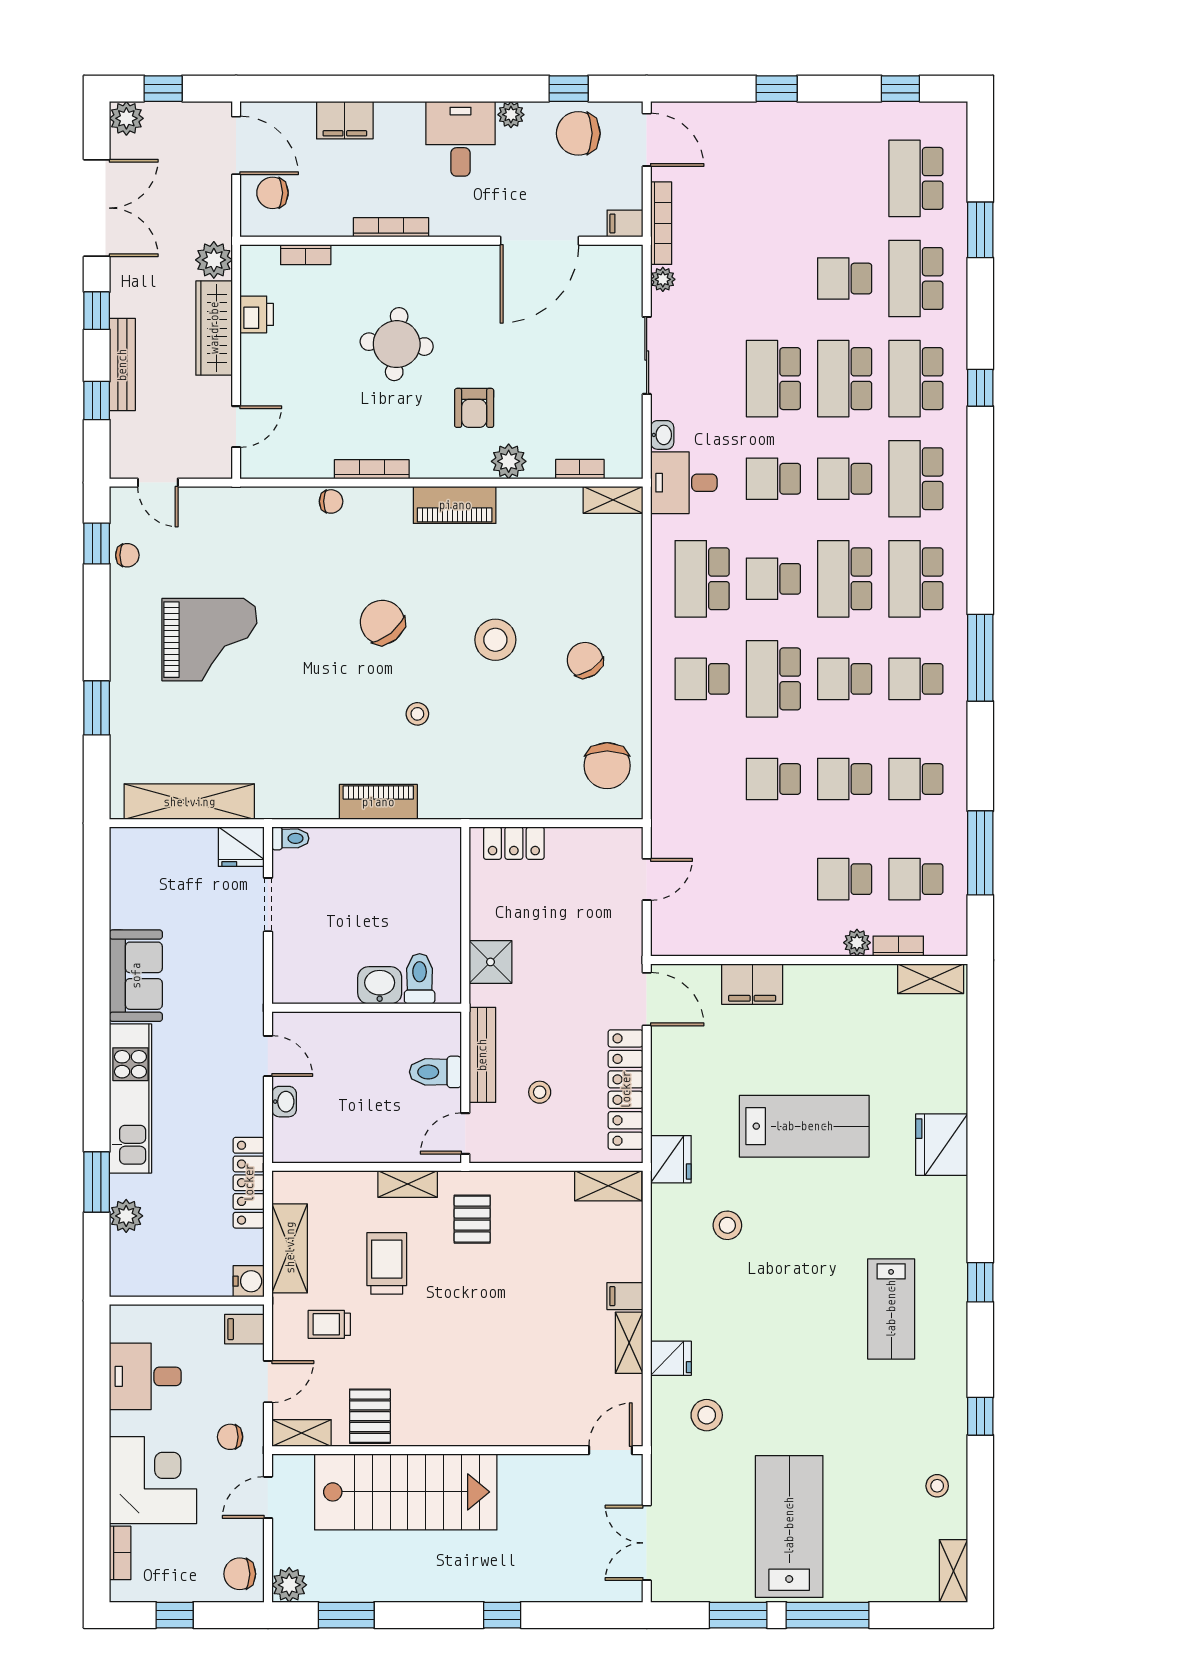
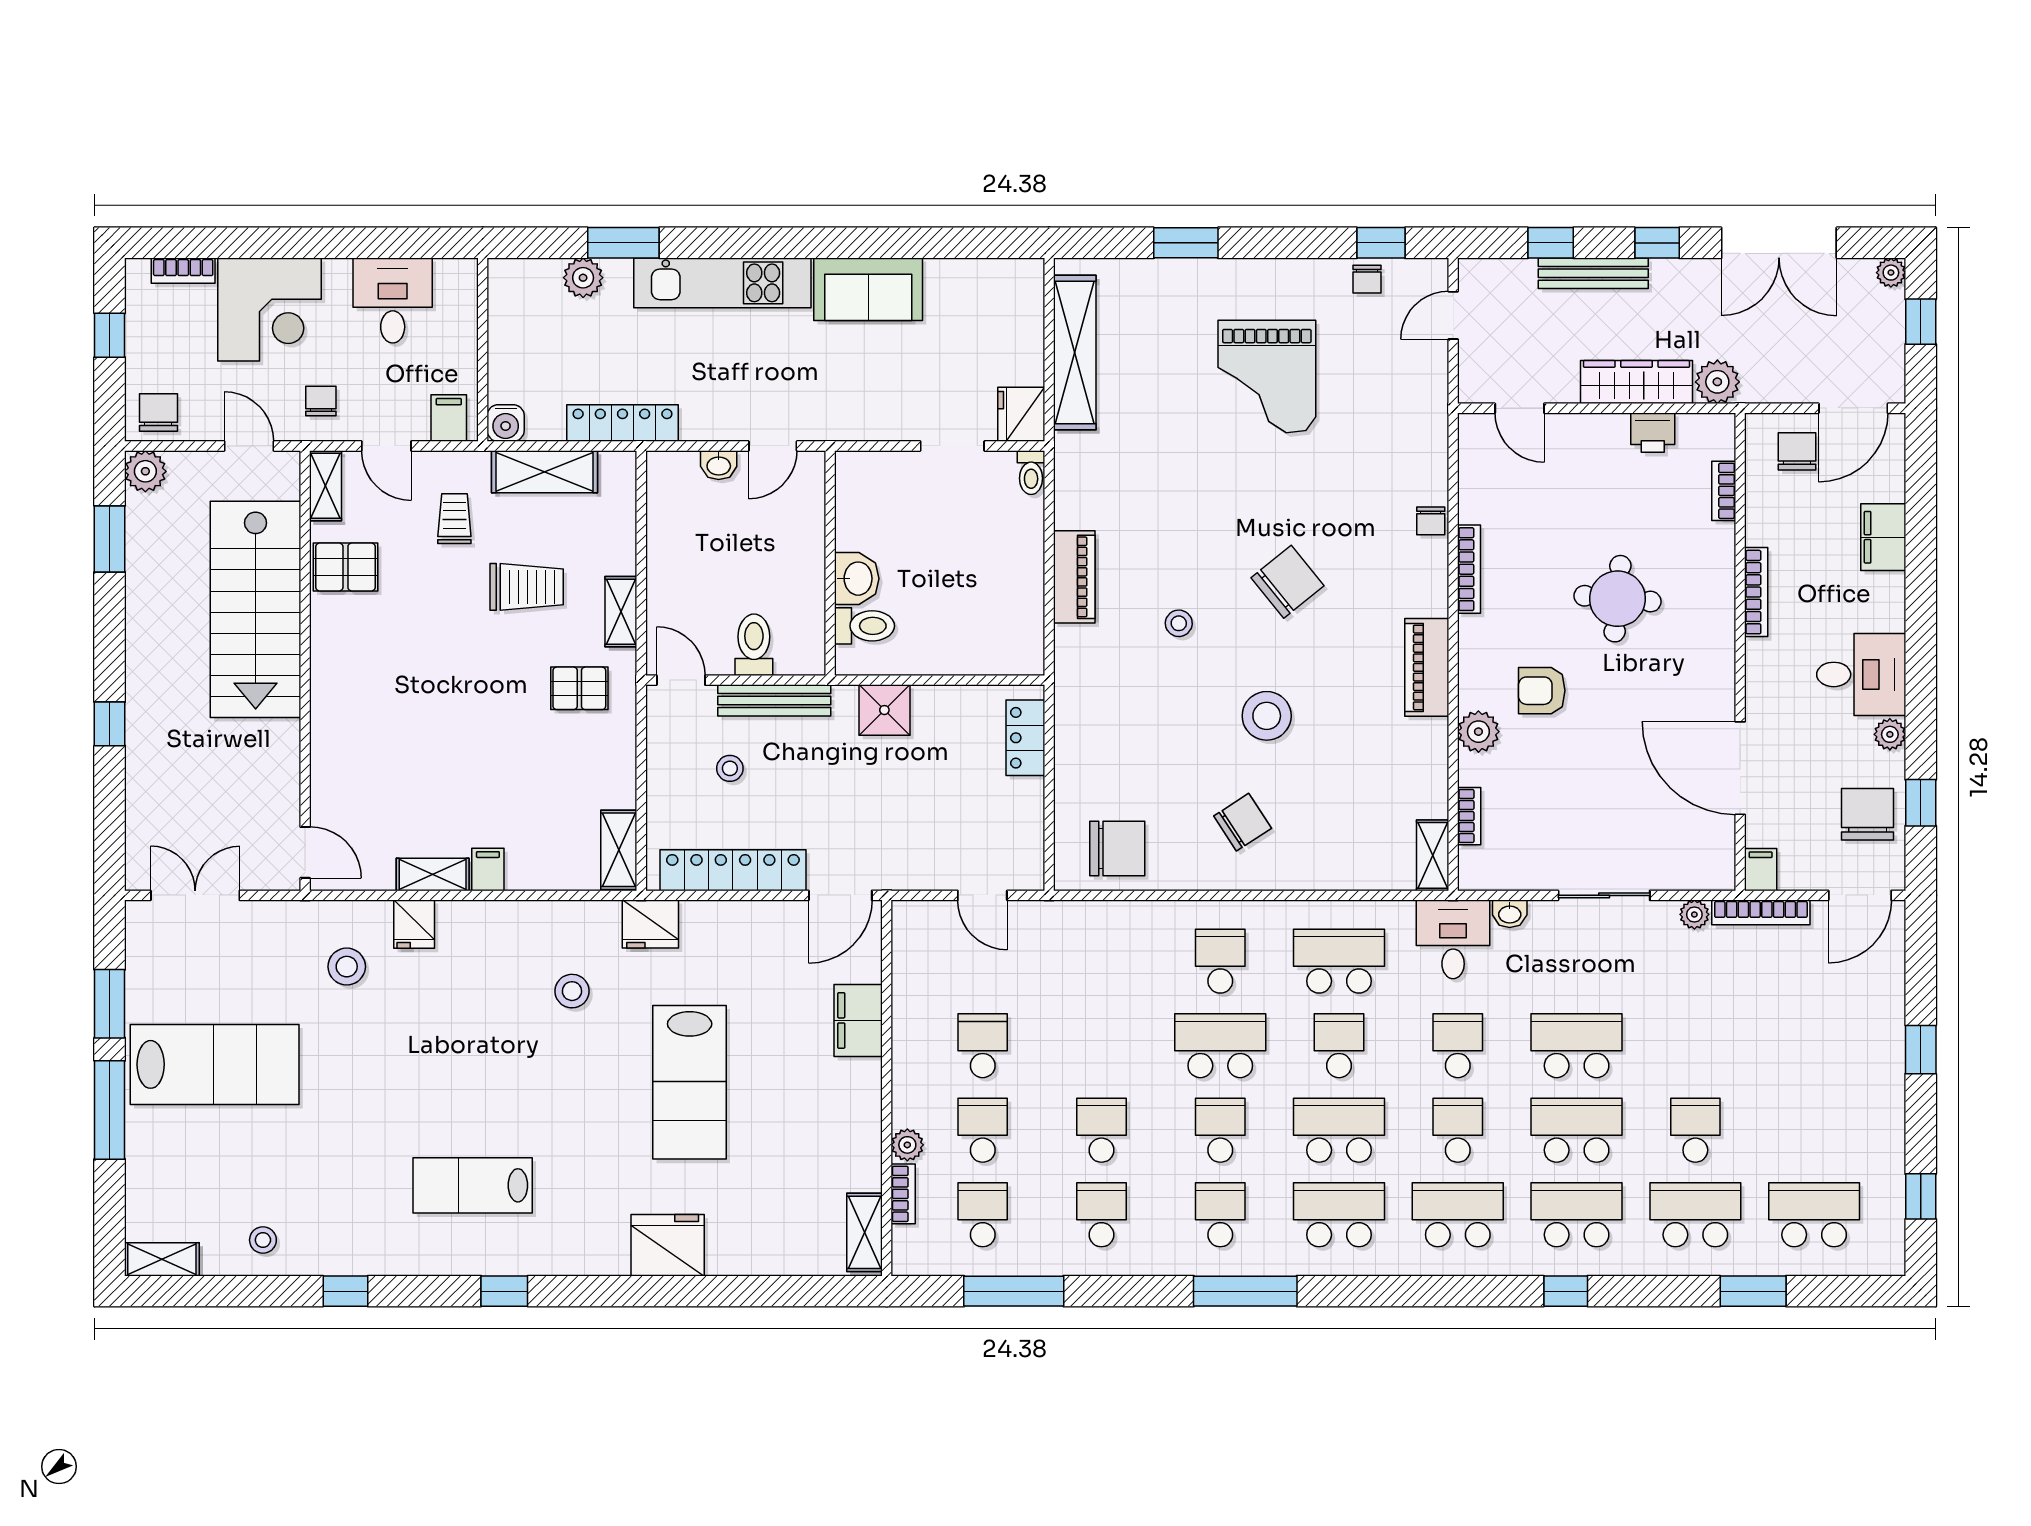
plant: (126, 118) -> (1891, 273), width x0.73, depth x0.73
chair: (607, 766) -> (1117, 848), turned 180
school desk: (773, 779) -> (983, 1046), moved

